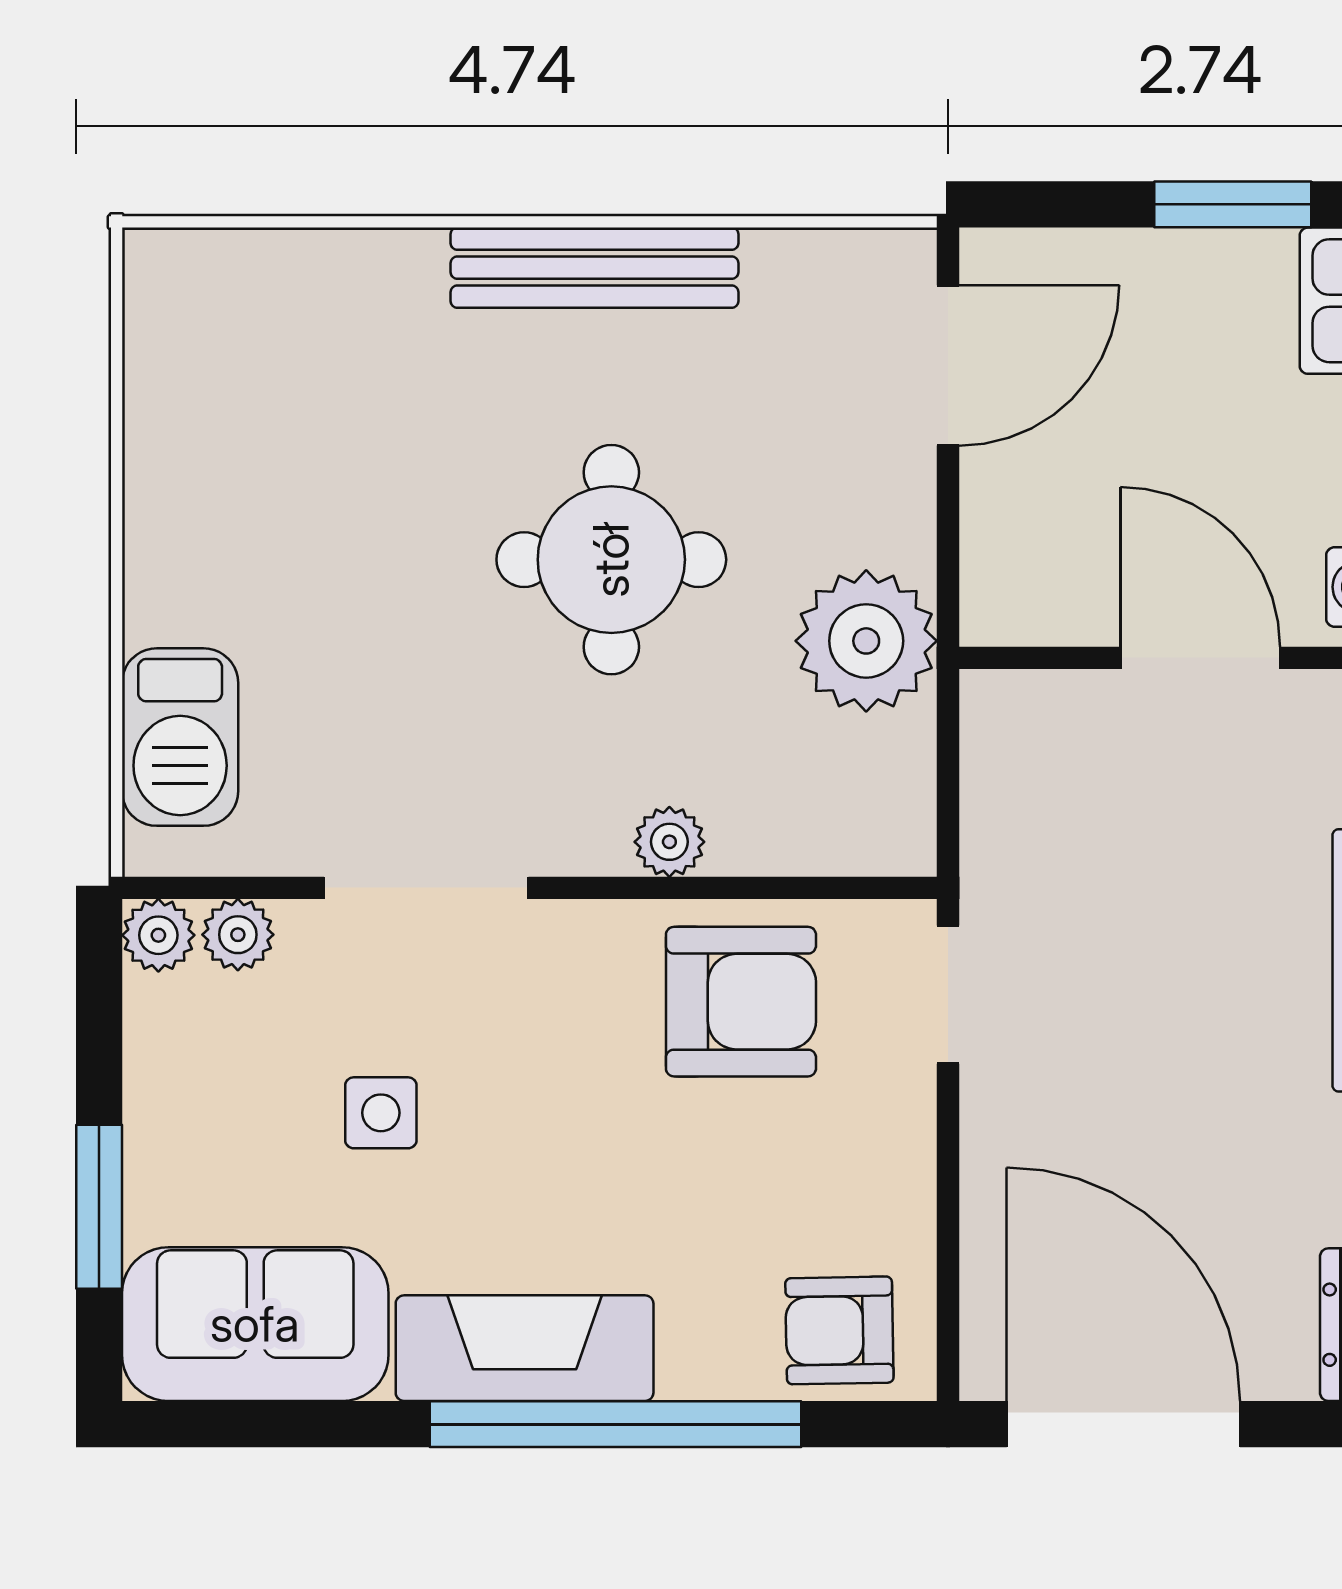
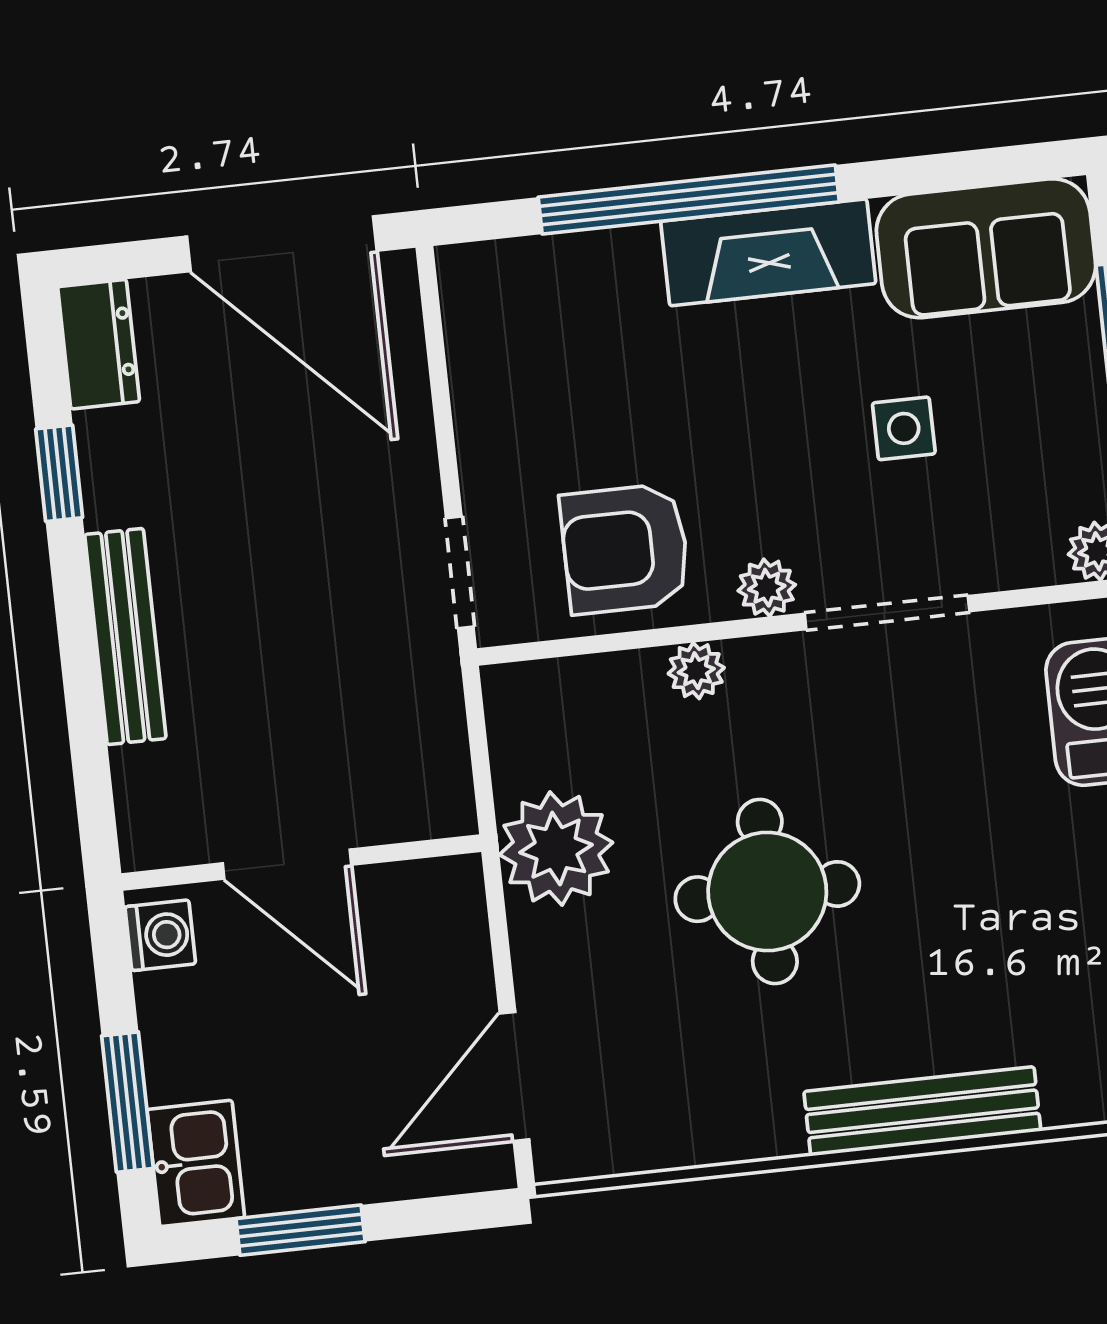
bench: (594, 268) -> (922, 1111), moved
plant: (238, 935) -> (767, 588), moved
armchair: (839, 1330) -> (518, 294), removed

